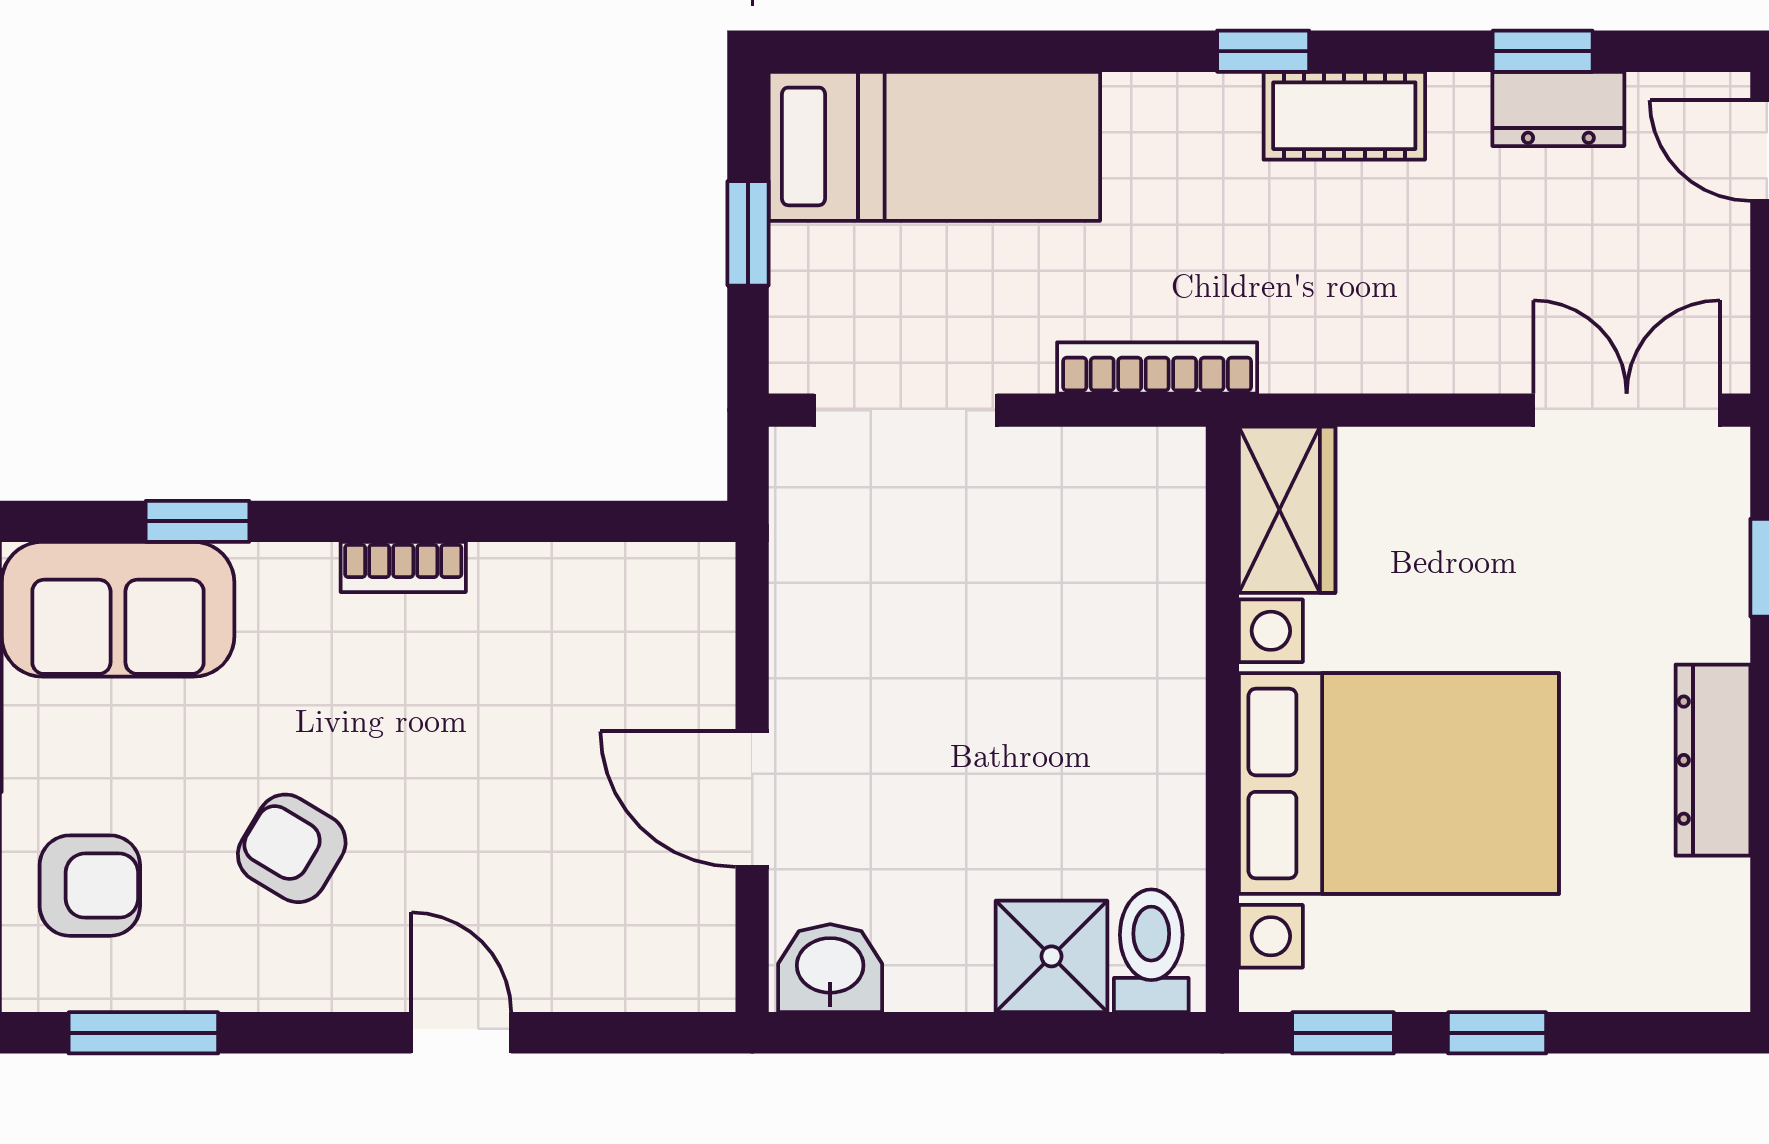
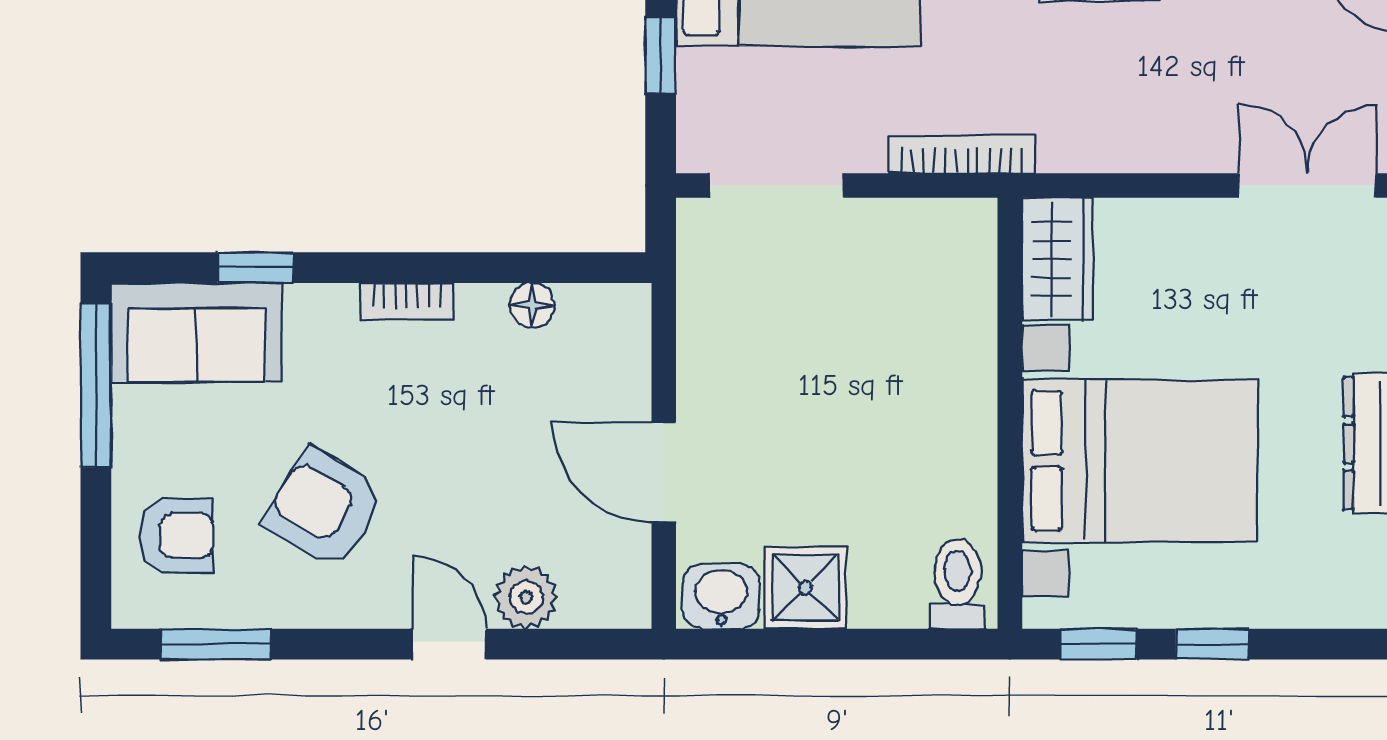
floor lamp: (573, 572) -> (532, 305), added
armchair: (292, 848) -> (325, 508), width x1.38, depth x1.38
shower: (1051, 956) -> (805, 588), moved
plant: (565, 969) -> (526, 597), added

